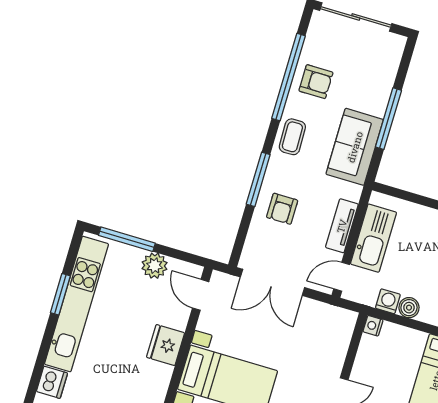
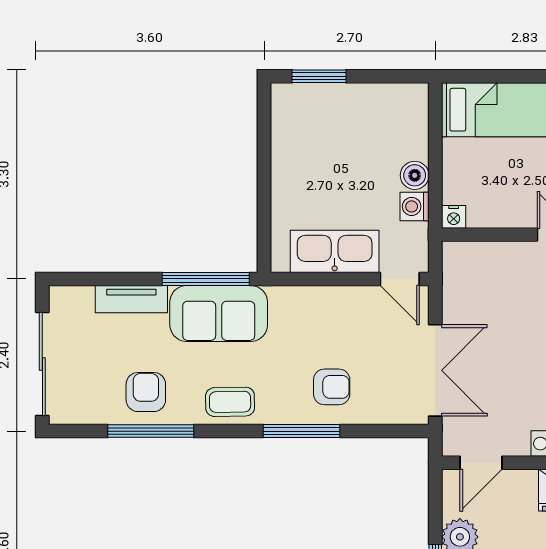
window: (288, 77) -> (151, 431), width x0.68
window: (388, 119) -> (206, 279), moved
tv unit: (342, 226) -> (131, 299), moved

